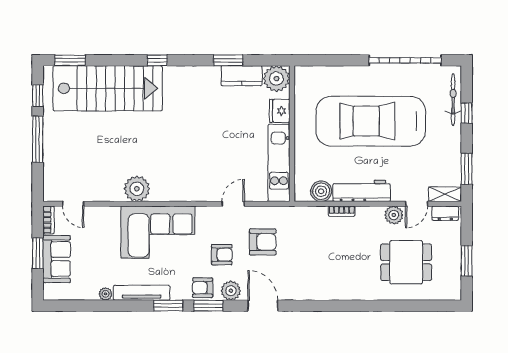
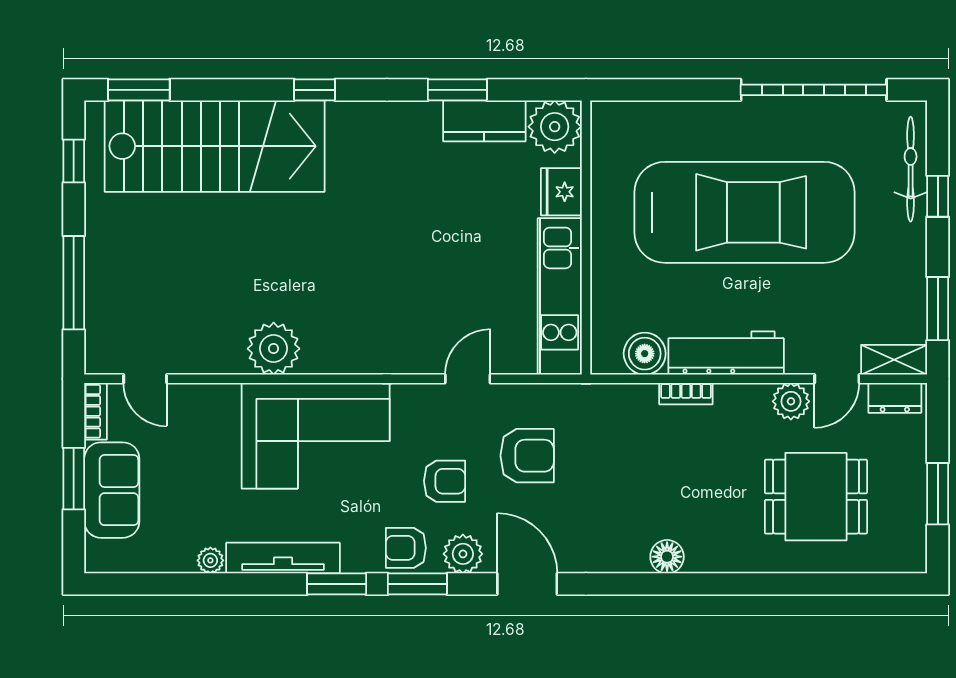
car: (371, 121) -> (744, 212), turned 180
window: (38, 139) -> (74, 283), moved
floor lamp: (332, 292) -> (667, 557), added

